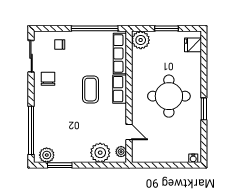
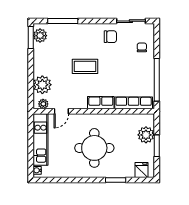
plant: (141, 40) -> (146, 135), moved
coffee table: (90, 90) -> (85, 66), moved
window: (204, 109) -> (116, 180), moved
window: (31, 130) -> (63, 21), width x0.68
kitchen unit: (160, 155) -> (40, 140), added
window: (60, 165) -> (31, 37), moved

